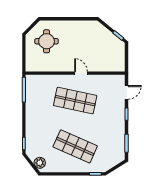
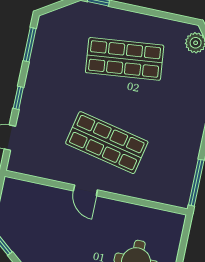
shop shelf: (75, 146) -> (125, 59), turned -30

